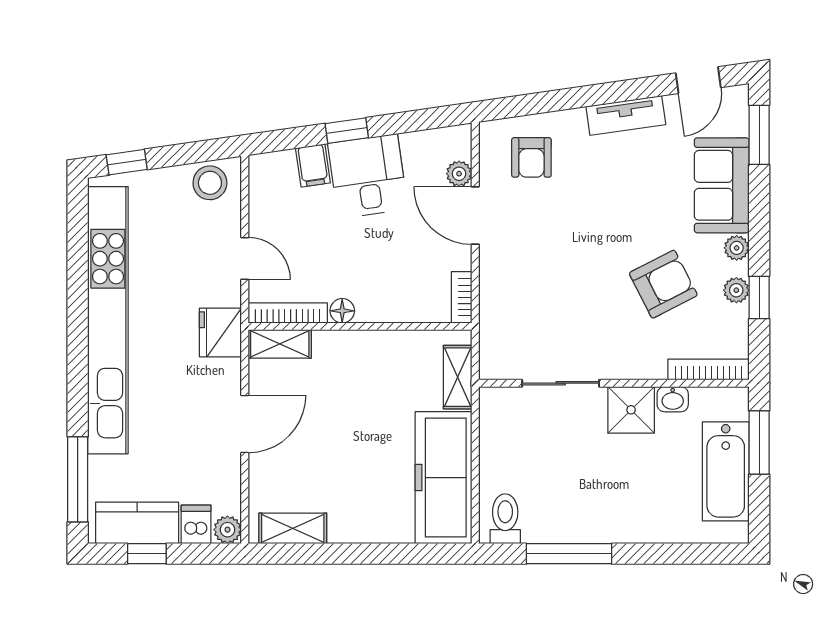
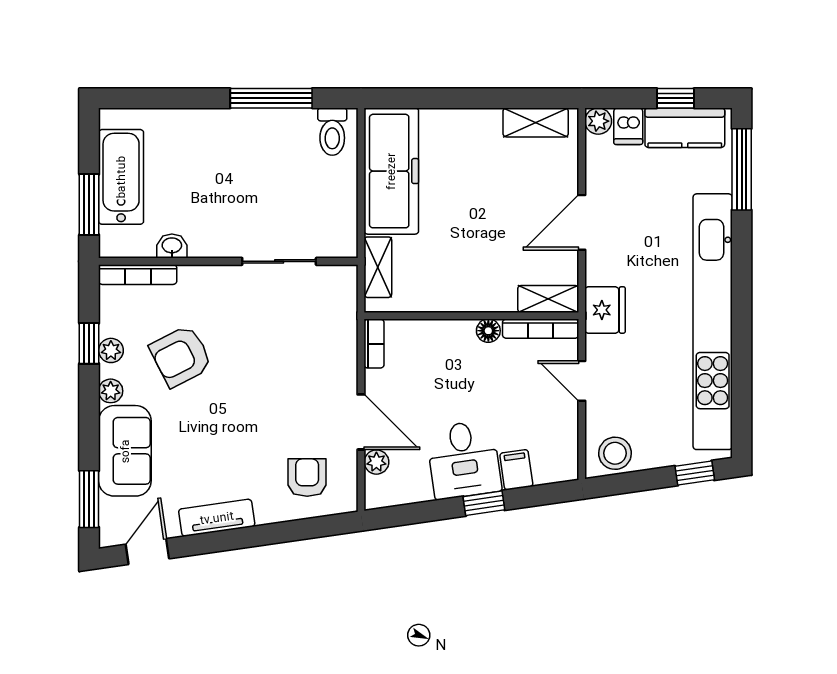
shower: (631, 410) -> (212, 236), removed

